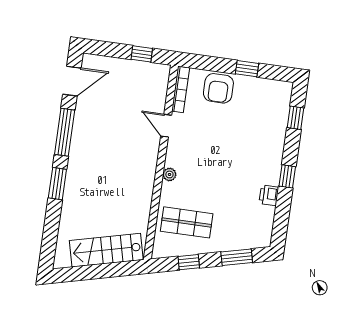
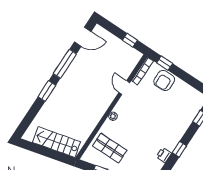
window: (247, 69) -> (165, 63), moved

